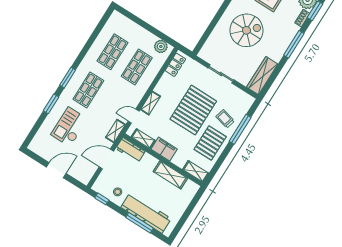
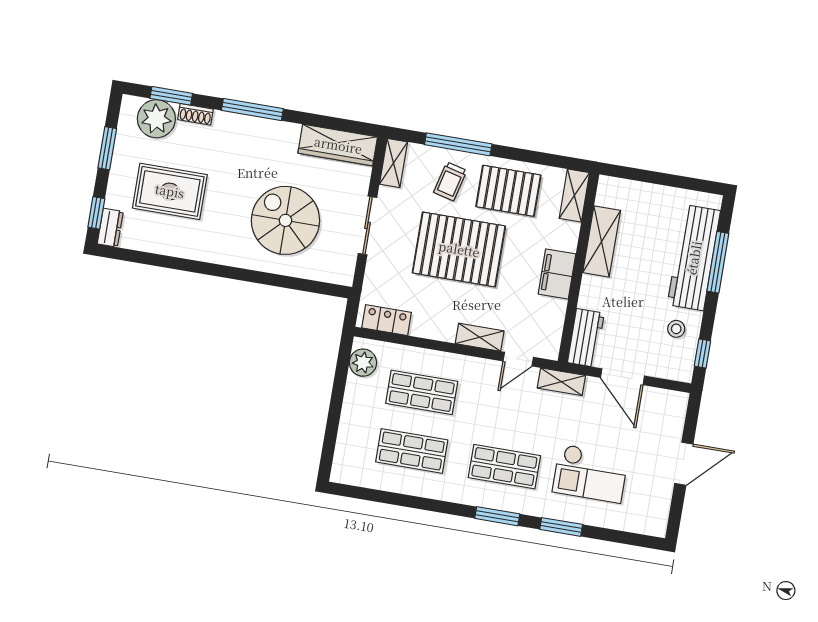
spiral stairs: (246, 30) -> (285, 220), moved
door: (134, 116) -> (518, 359), hinge flipped
shelving: (143, 139) -> (393, 163), moved
door: (56, 170) -> (684, 464), swing flipped

